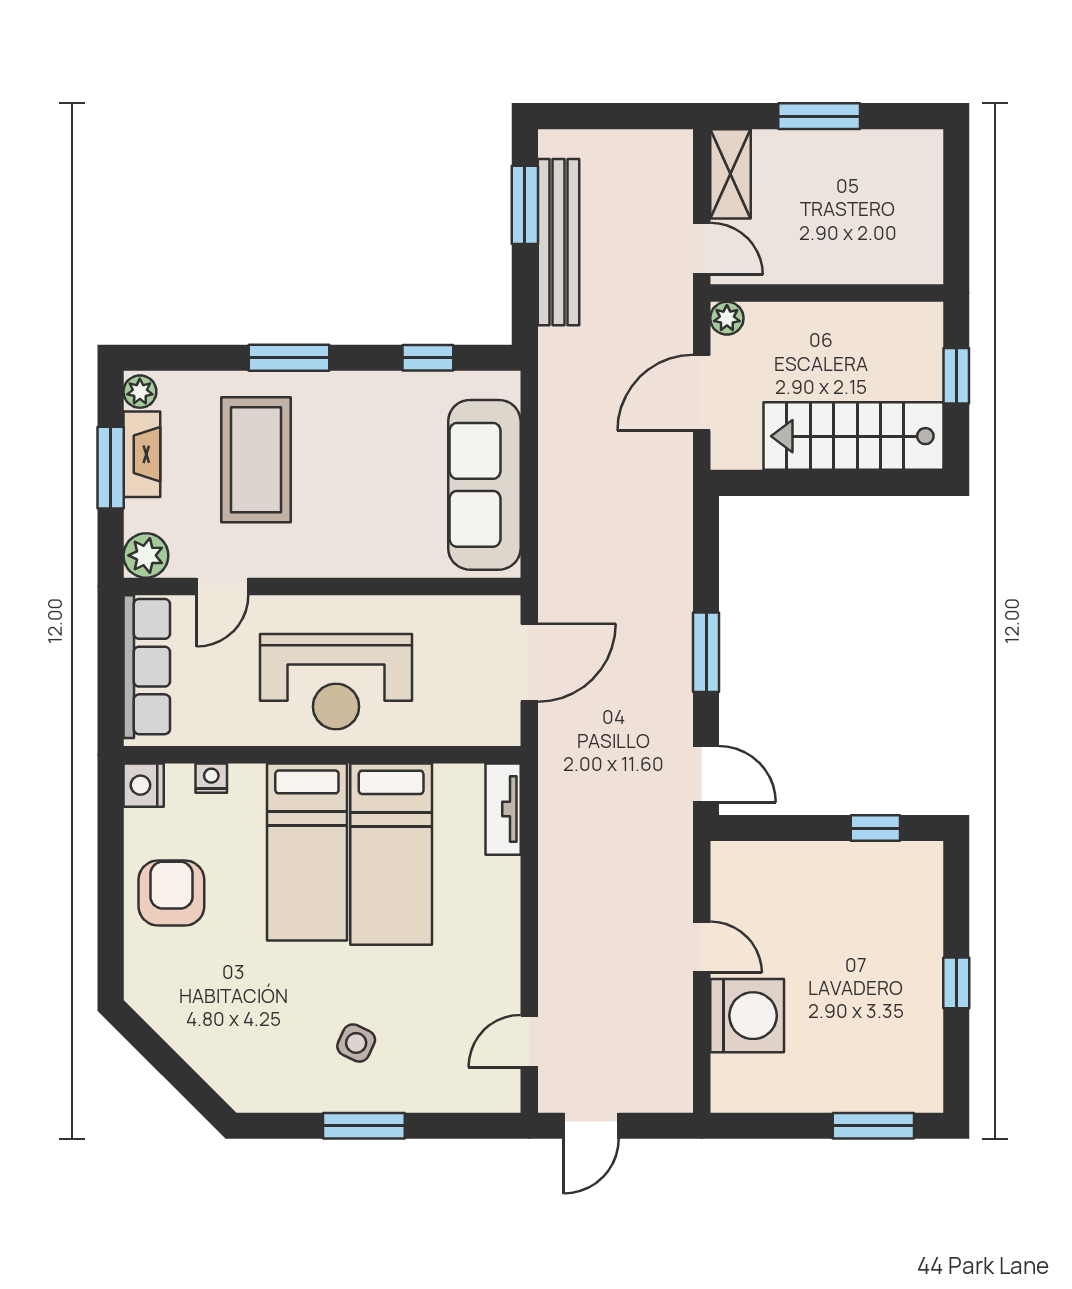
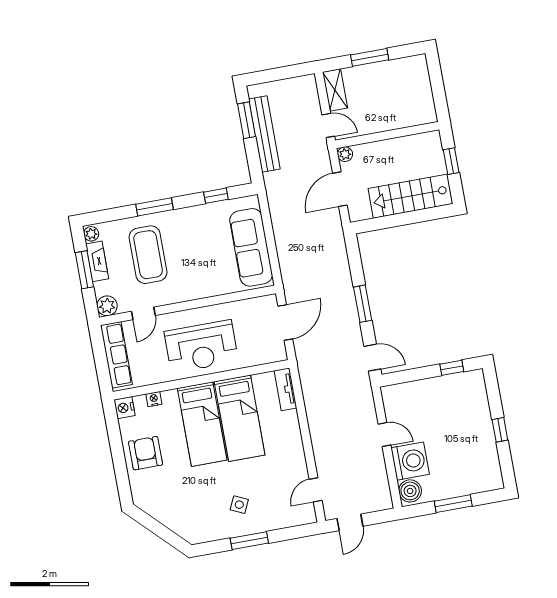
boiler: (735, 1081) -> (410, 491), added
window: (873, 1126) -> (453, 504), moved

